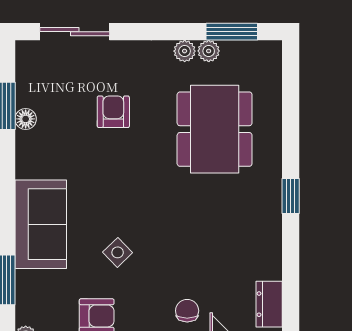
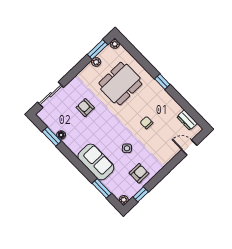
plant: (185, 51) -> (115, 44), moved
dining table: (215, 129) -> (120, 84), turned 90
chair: (187, 311) -> (147, 123), moved

